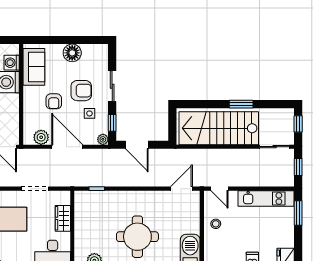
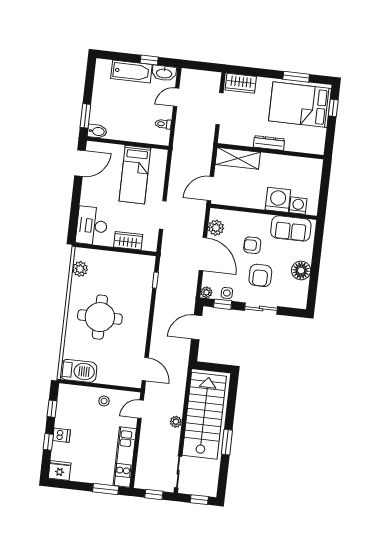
side table: (89, 113) -> (227, 293), moved
door: (67, 147) -> (203, 254), hinge flipped
plant: (227, 154) -> (176, 422), added

